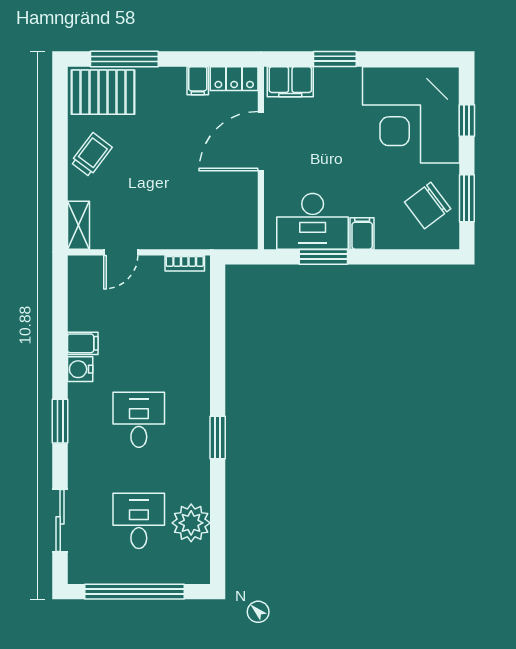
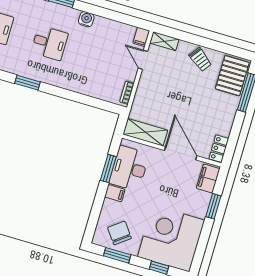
filing cabinet: (198, 81) -> (223, 129), removed
shelving: (243, 212) -> (145, 132), added
filing cabinet: (83, 343) -> (141, 37), moved

